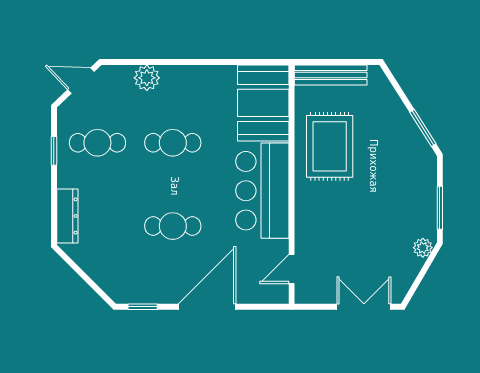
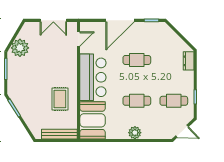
plant: (147, 78) -> (135, 133), moved
rug: (330, 146) -> (60, 99), width x0.73, depth x0.70
dresser: (67, 216) -> (189, 61), width x0.70
plant: (423, 248) -> (20, 48), width x1.88, depth x1.88
double door: (364, 307) -> (53, 20), moved

